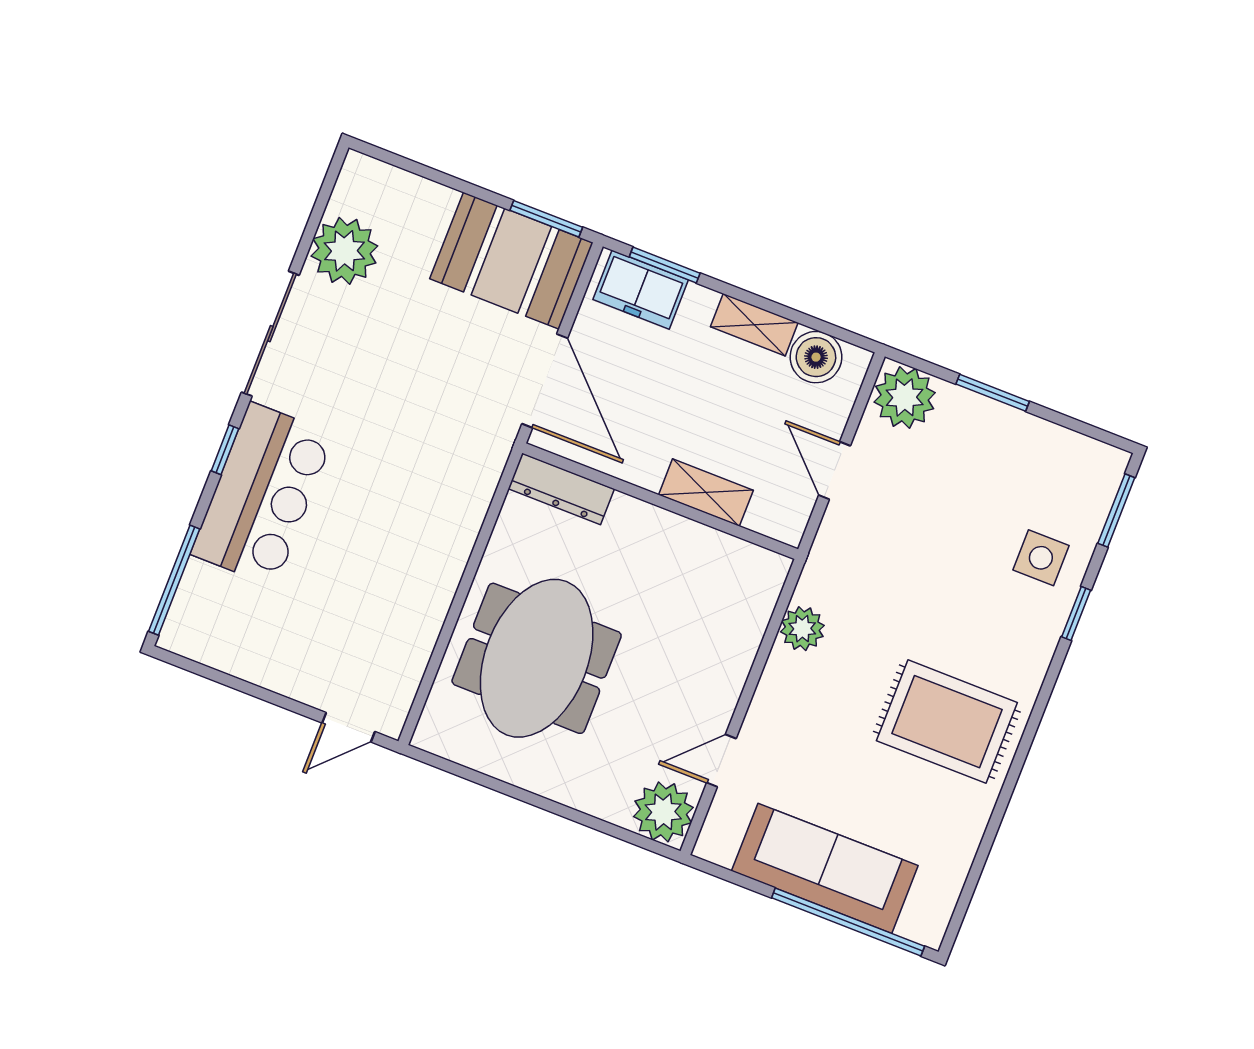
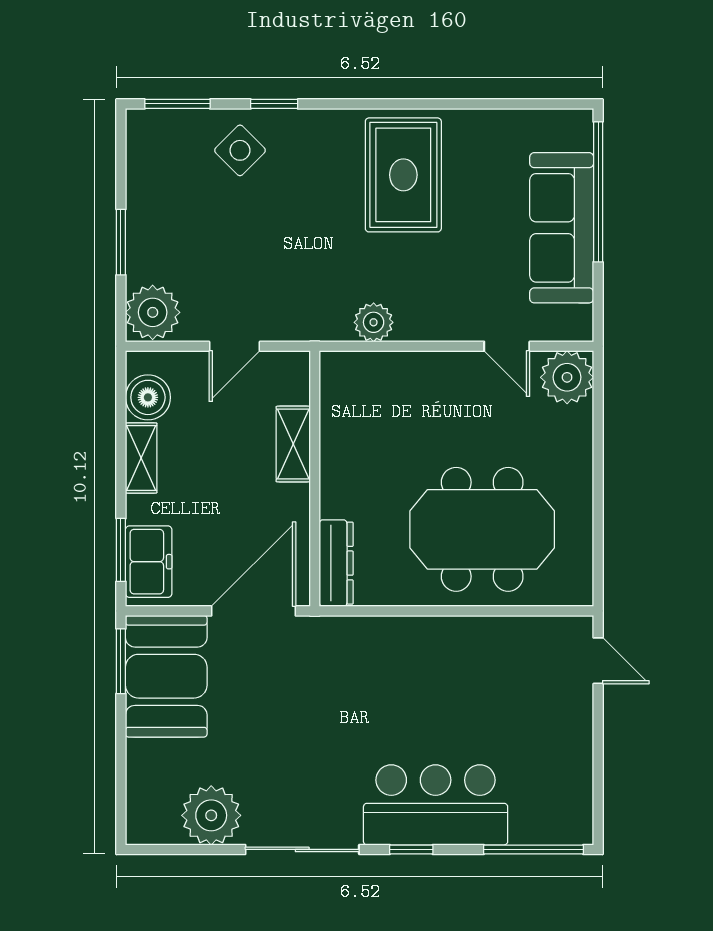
side table: (1041, 558) -> (240, 150), turned 45

